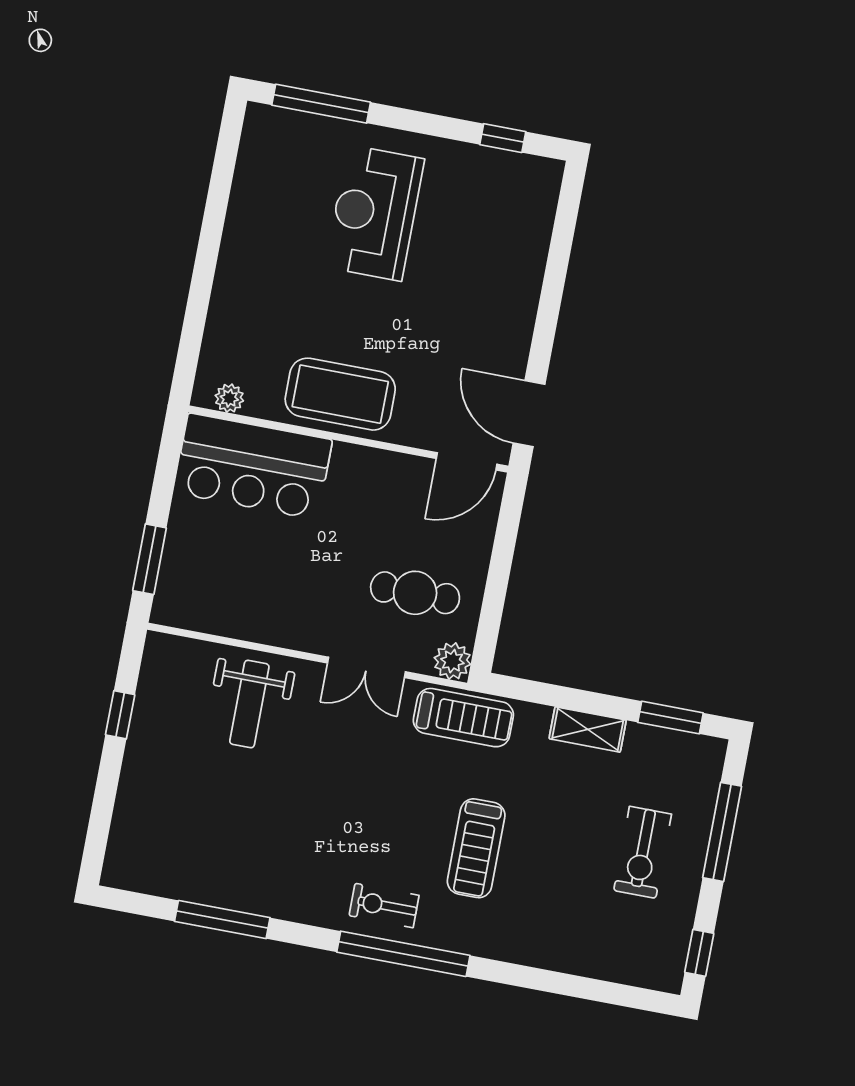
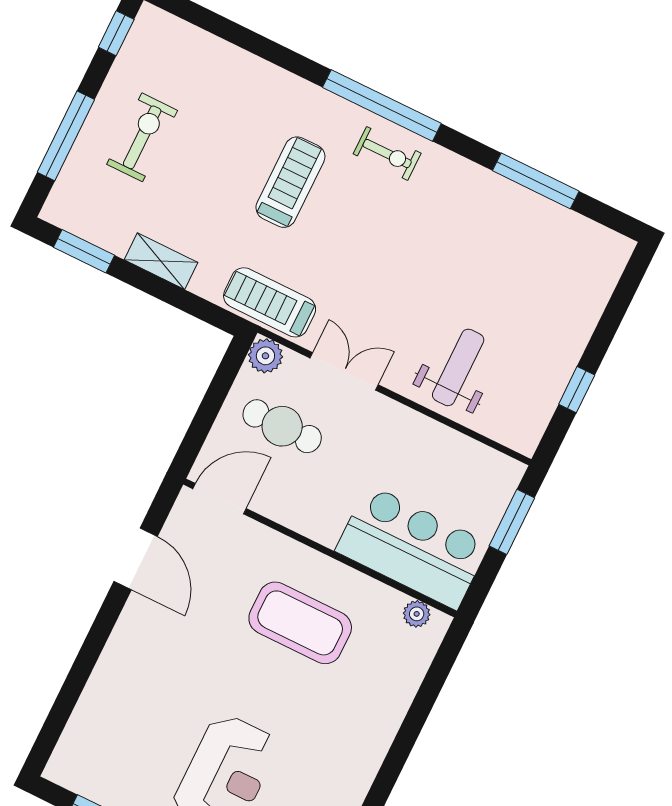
plant: (229, 398) -> (417, 614), moved
wall: (348, 439) -> (320, 548), moved
door: (467, 461) -> (219, 499), moved
bar counter: (253, 466) -> (412, 547), moved

